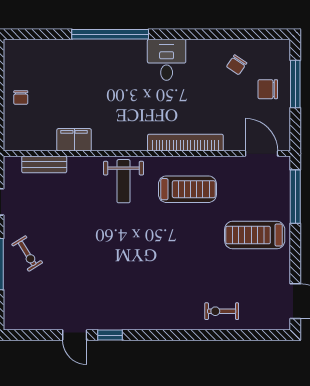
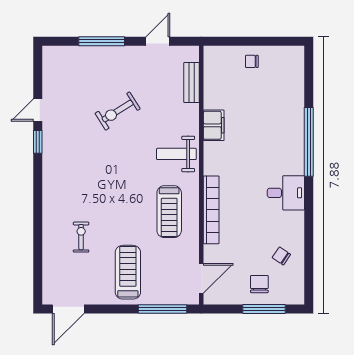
filing cabinet: (74, 140) -> (214, 125), moved
exercise bike: (27, 254) -> (118, 111), moved, width x1.38, depth x1.39
exercise bike: (222, 311) -> (81, 237), moved

